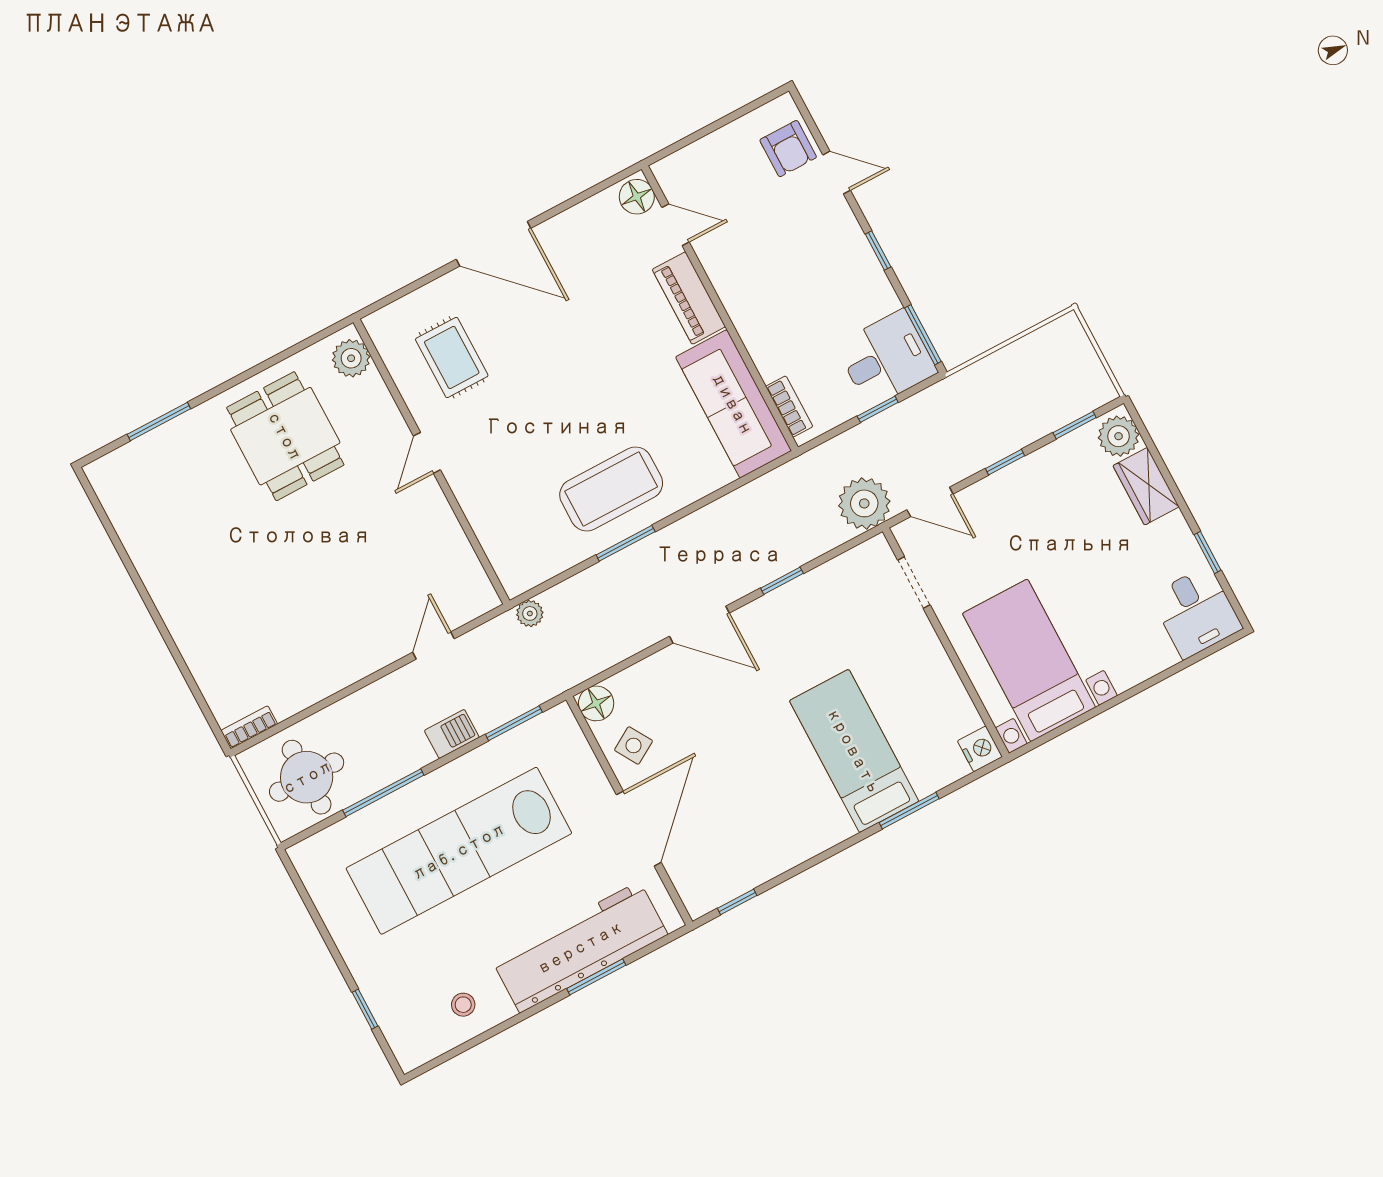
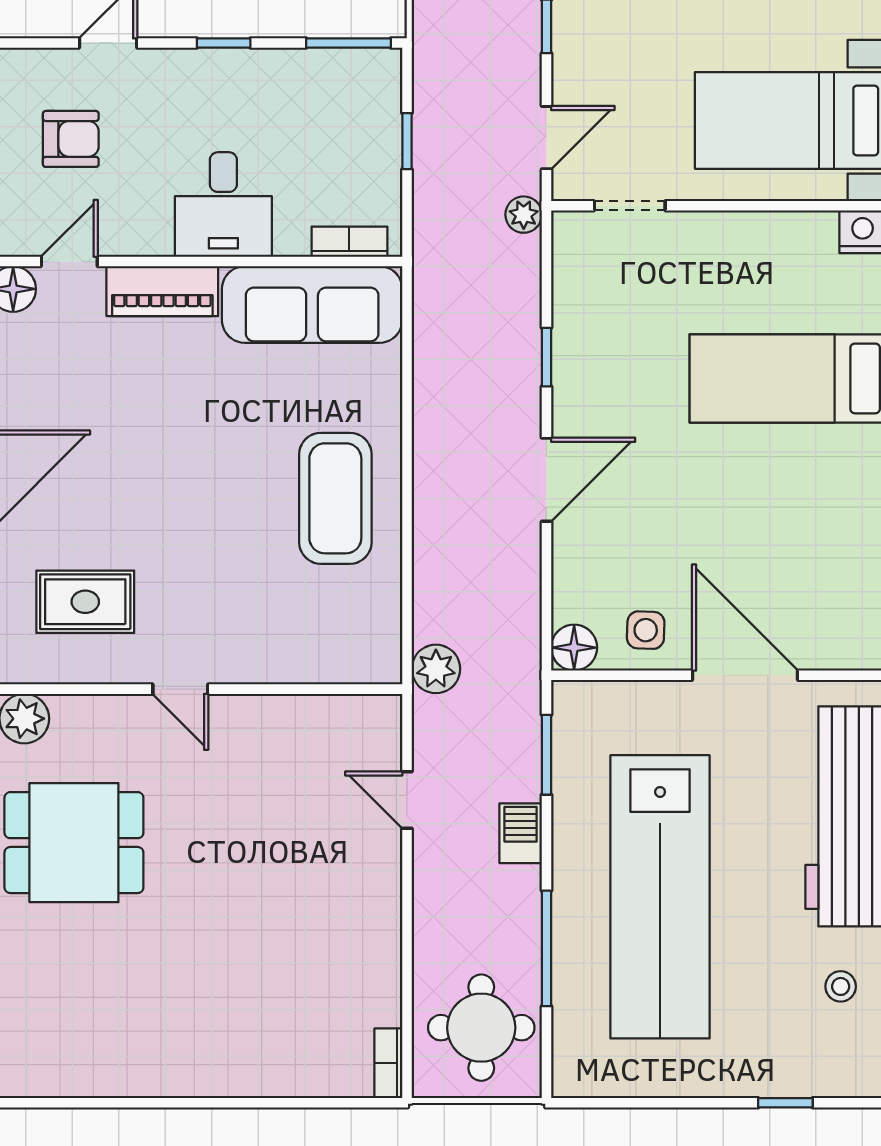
armchair: (788, 149) -> (71, 139), moved
desk: (886, 359) -> (223, 205), moved, turned 180
plant: (864, 503) -> (524, 215), width x0.53, depth x0.53
window: (626, 543) -> (407, 515), removed
plant: (530, 613) -> (436, 669), width x1.38, depth x1.38
side table: (634, 745) -> (646, 630), turned 33

